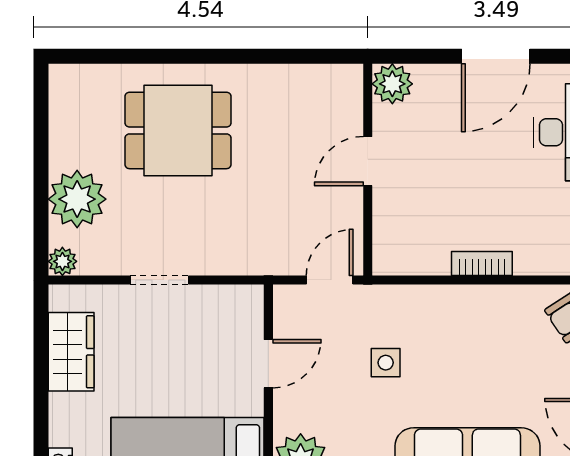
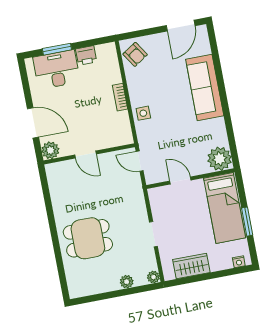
door: (496, 56) -> (33, 123), moved
dining table: (178, 130) -> (88, 238), turned 90
plant: (77, 199) -> (127, 282), width x0.53, depth x0.53
side table: (386, 363) -> (143, 113), moved

